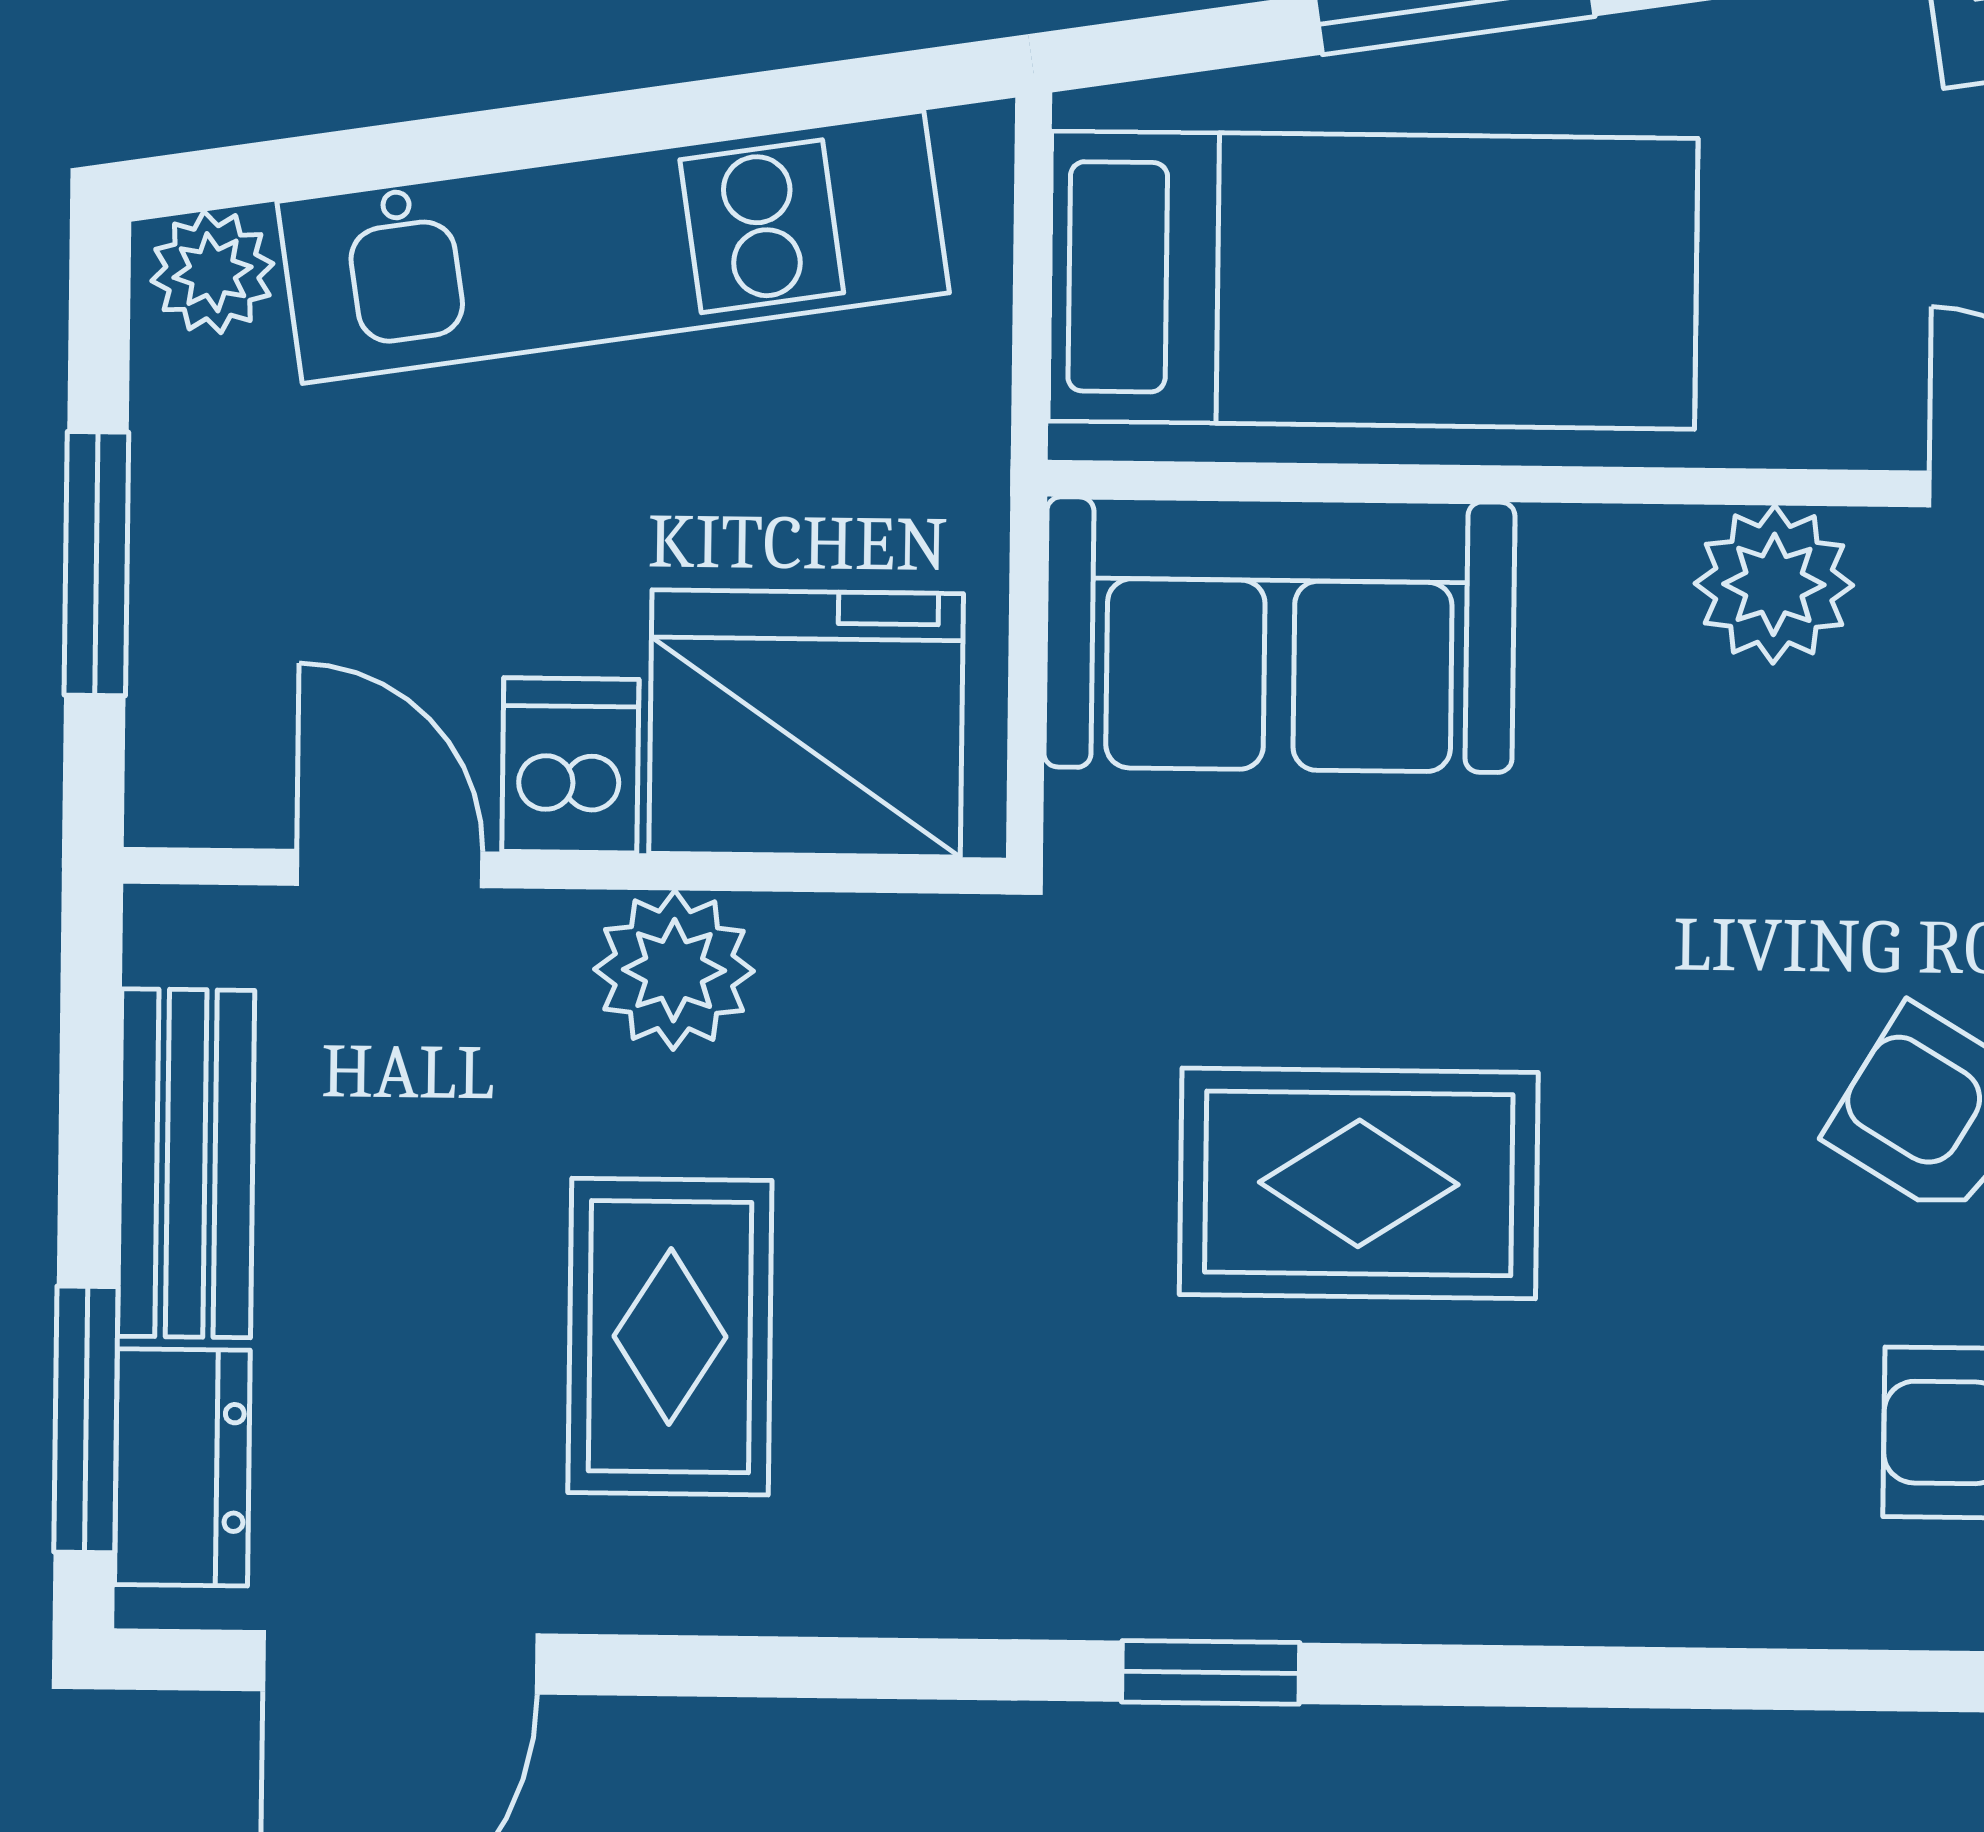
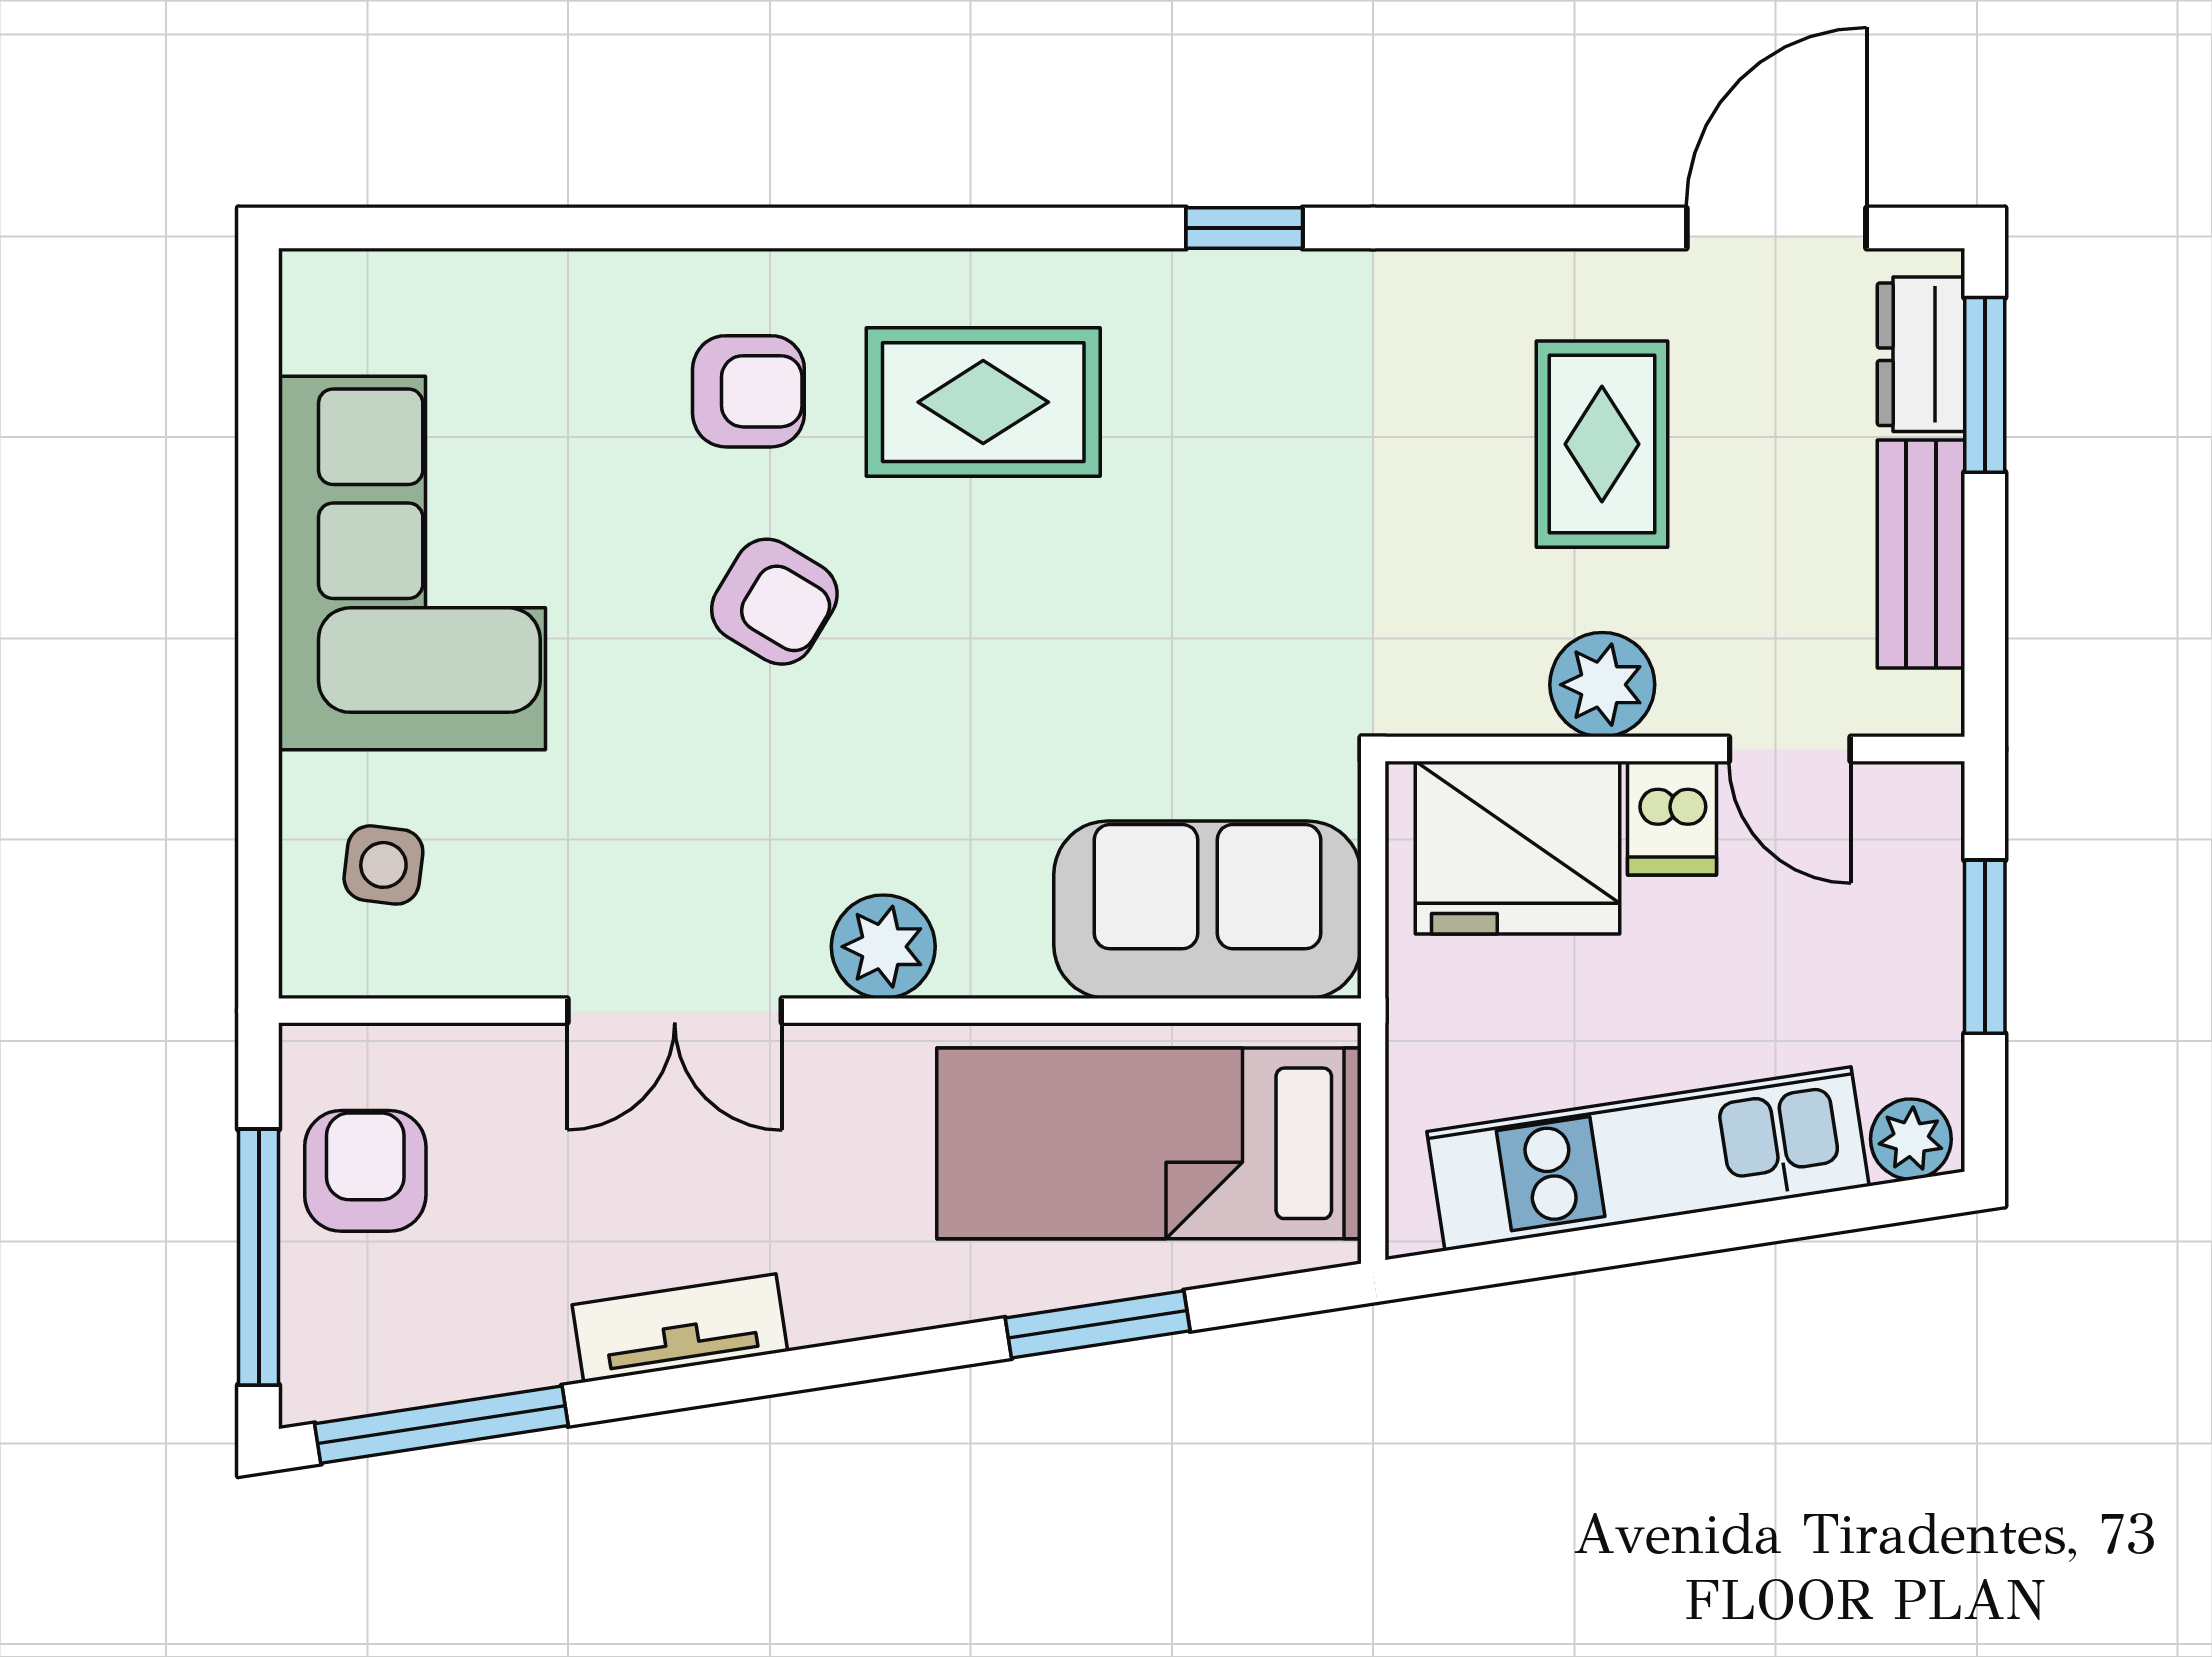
rug: (1359, 1183) -> (983, 402), moved

